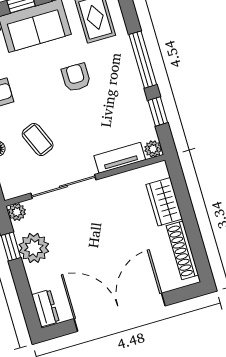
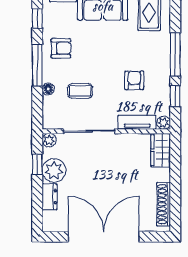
armchair: (76, 77) -> (134, 80), moved
coffee table: (38, 140) -> (80, 91), turned -67
wardrobe: (164, 202) -> (161, 150), moved
dresser: (45, 308) -> (50, 197), moved

